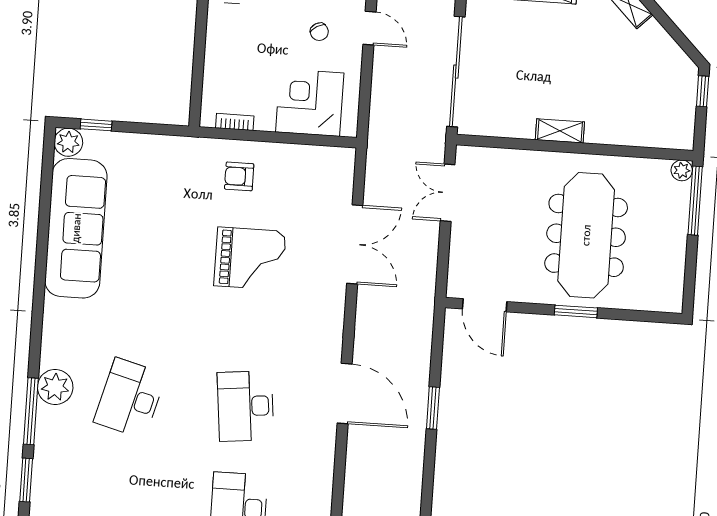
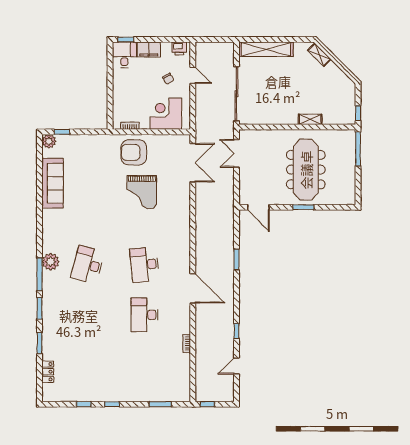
window: (703, 91) -> (358, 113), moved
shelving: (560, 131) -> (310, 119), moved
plant: (682, 170) -> (350, 135), removed
armchair: (239, 176) -> (134, 152), width x1.88, depth x1.88
sofa: (76, 228) -> (53, 183), width x0.74, depth x0.79
double door: (355, 244) -> (193, 163), moved
grand piano: (250, 259) -> (142, 192), turned 90
door: (345, 393) -> (193, 288), moved

